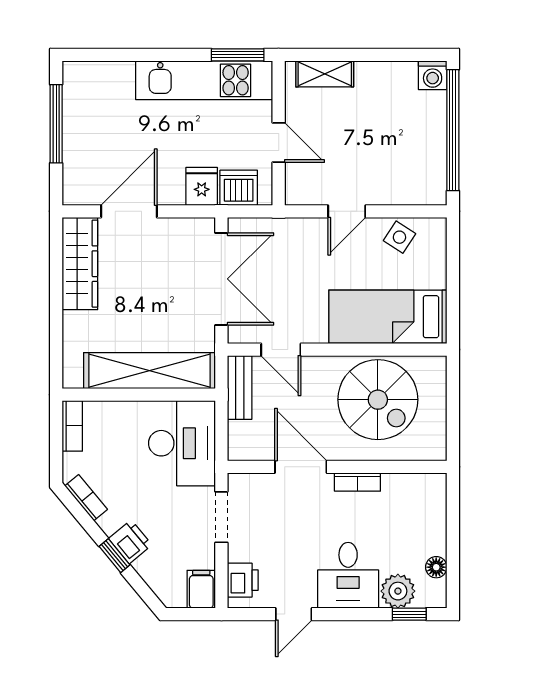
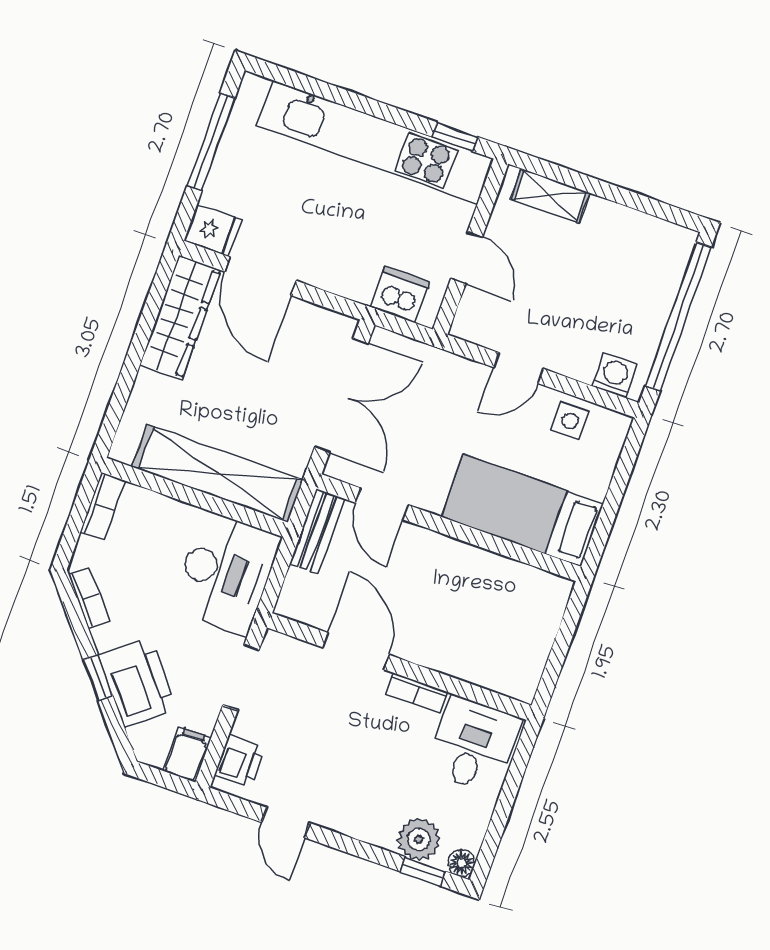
window: (238, 55) -> (455, 137), width x0.67
washing machine: (433, 75) -> (615, 375), moved, turned 180
kitchen unit: (204, 80) -> (375, 142), width x1.36
fridge: (202, 186) -> (213, 230), moved, turned 90
door: (129, 211) -> (260, 276), swing flipped
side table: (399, 237) -> (570, 421), turned -33
spiral stairs: (378, 400) -> (476, 604), removed
printer: (130, 542) -> (137, 682), width x1.87, depth x1.48
floor lamp: (436, 567) -> (461, 863), moved
desk: (348, 575) -> (473, 745), moved, turned 180
door: (294, 614) -> (286, 823), hinge flipped

